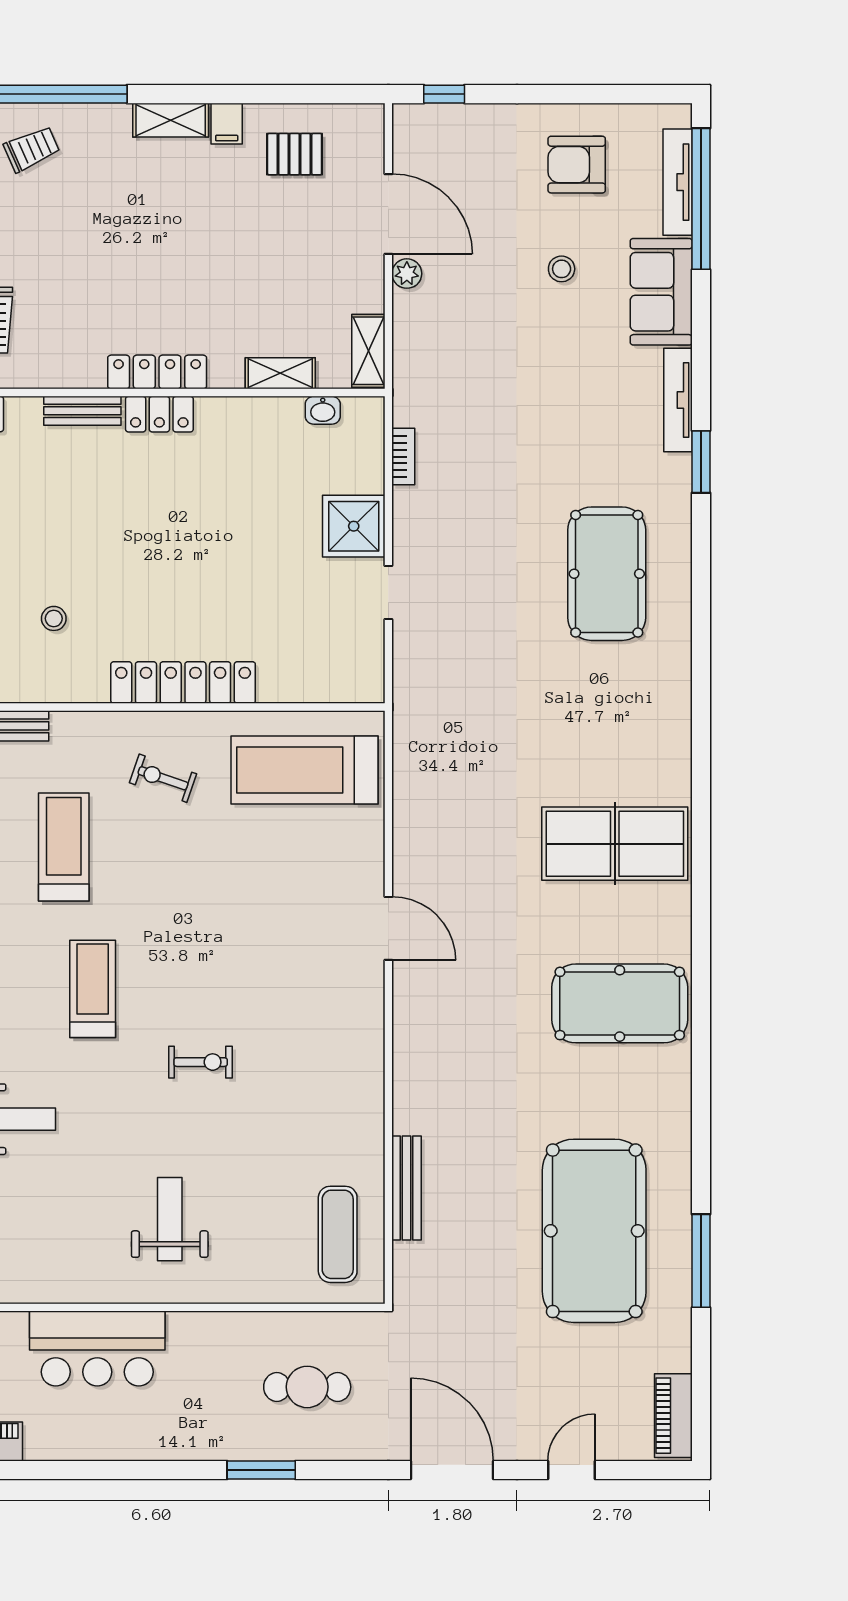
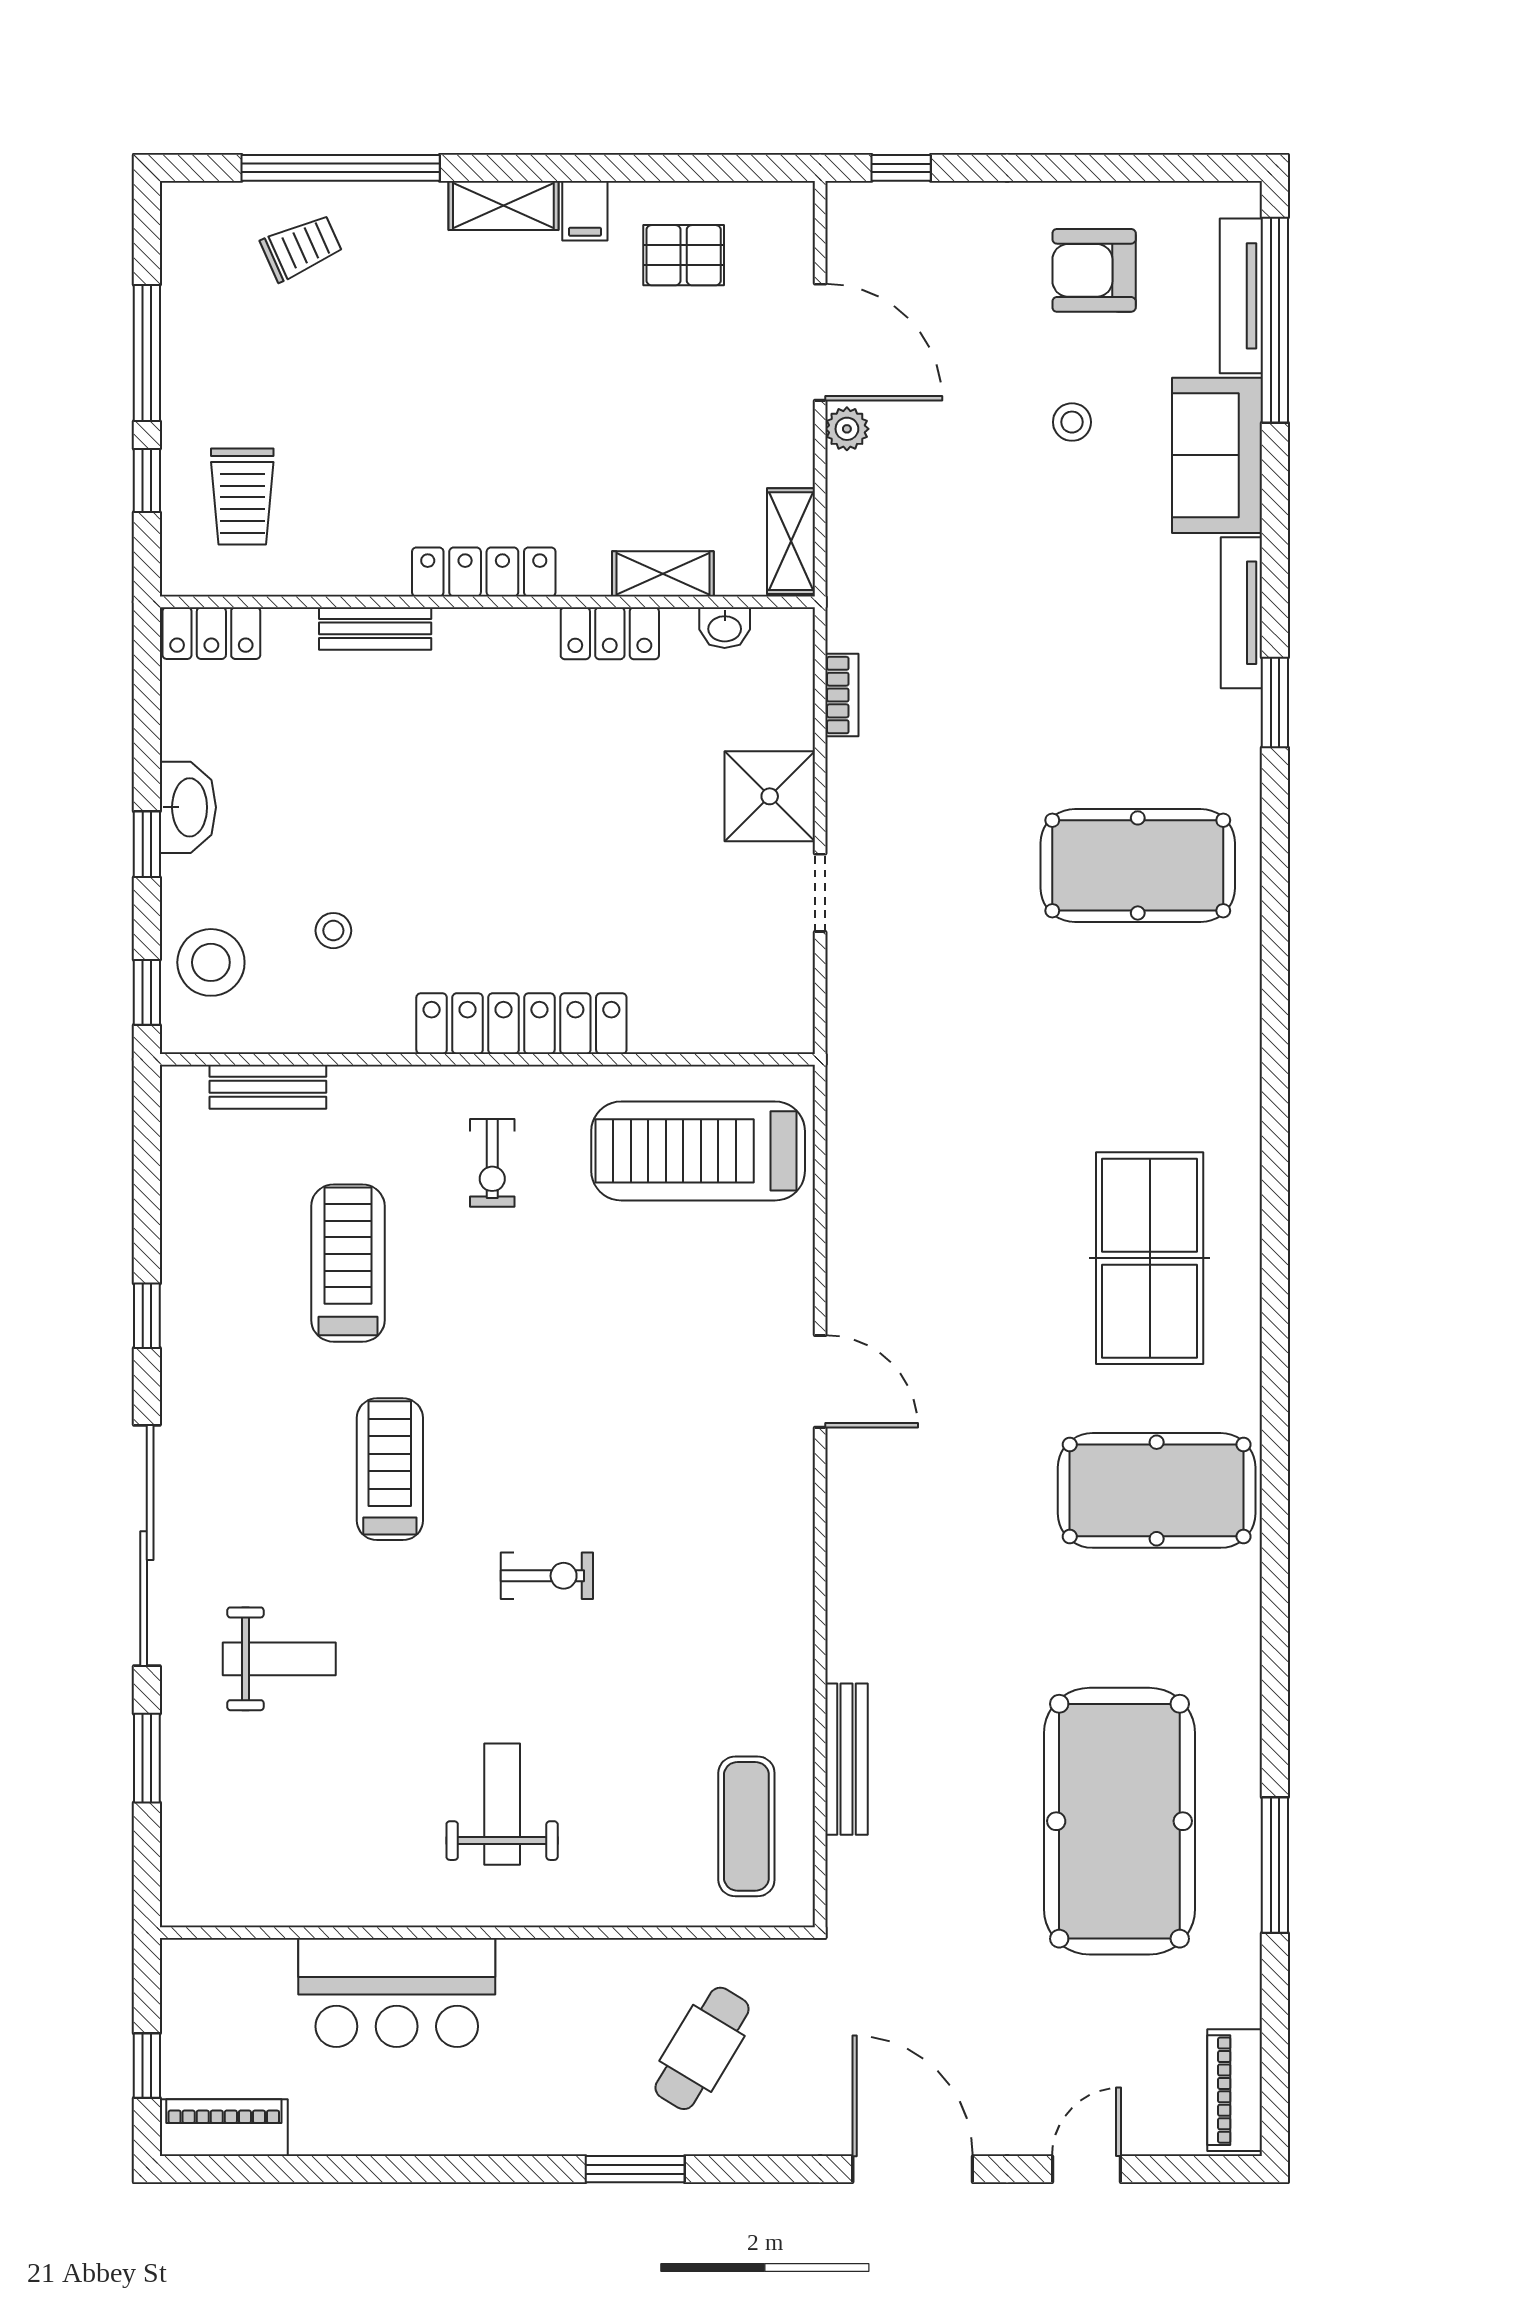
locker: (159, 414) -> (610, 633), moved
pool table: (607, 574) -> (1138, 865), turned 90
exercise bike: (163, 778) -> (492, 1163), turned -109
table tennis table: (615, 844) -> (1150, 1258), turned 90
cafe table: (307, 1387) -> (702, 2048), turned -59

